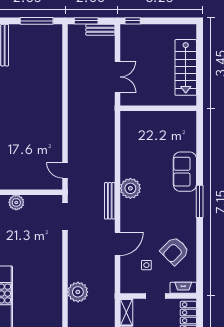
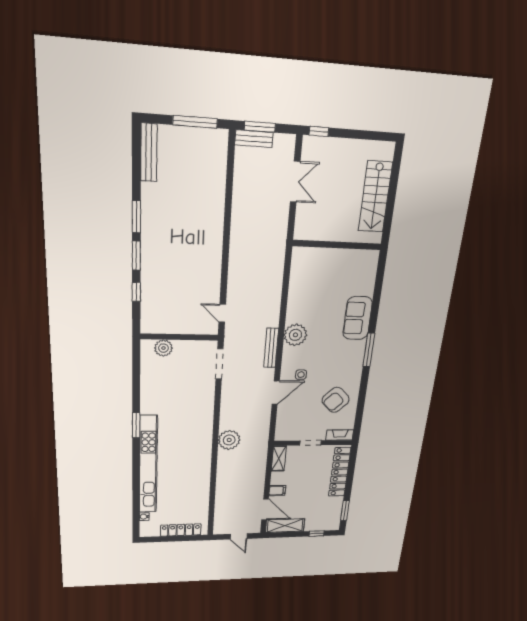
bench: (100, 30) -> (254, 139), moved
double door: (118, 77) -> (295, 182), moved
side table: (146, 265) -> (301, 375), moved

